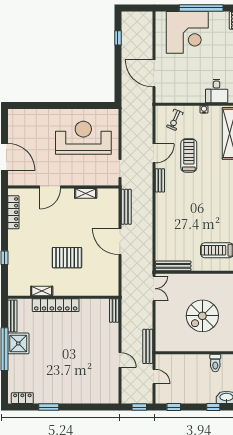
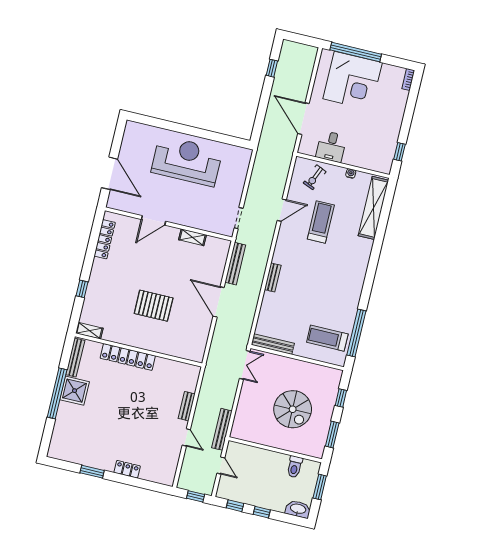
window: (201, 8) -> (356, 52), moved
desk: (217, 91) -> (331, 147), moved
reception desk: (83, 138) -> (187, 161), moved
bench: (160, 180) -> (273, 277), moved
shelving: (42, 291) -> (89, 331), moved
bench: (114, 310) -> (187, 406), moved
spiral stairs: (202, 316) -> (293, 409), turned -90
locker: (22, 398) -> (127, 469), moved
window: (213, 407) -> (262, 512), moved

